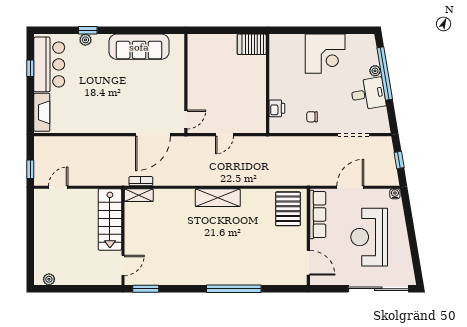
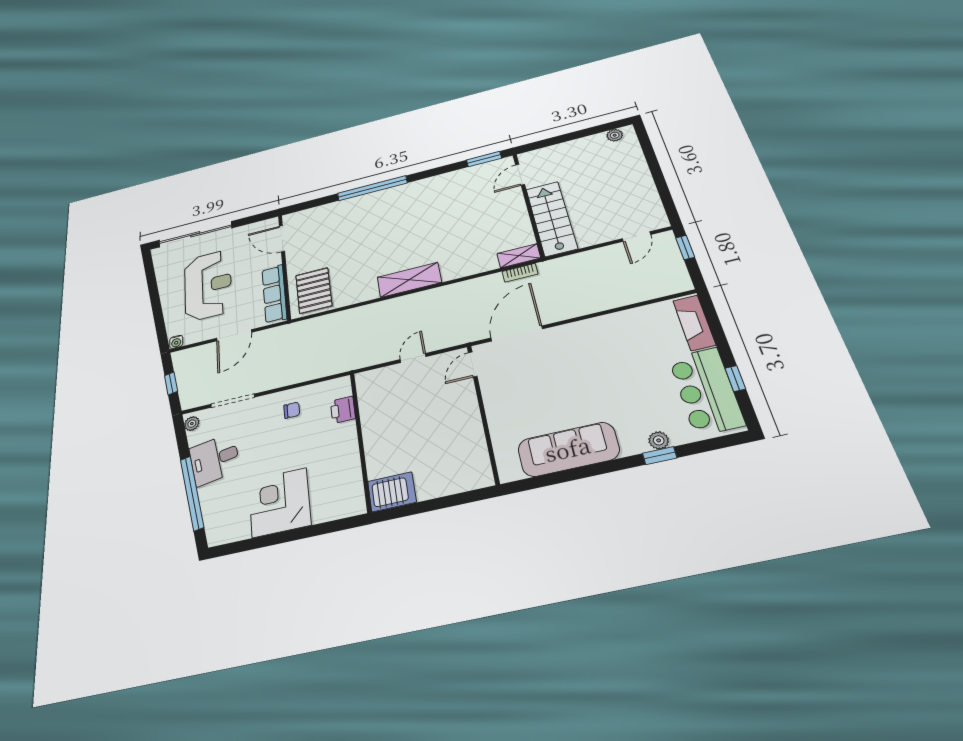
plant: (375, 71) -> (192, 424), moved

